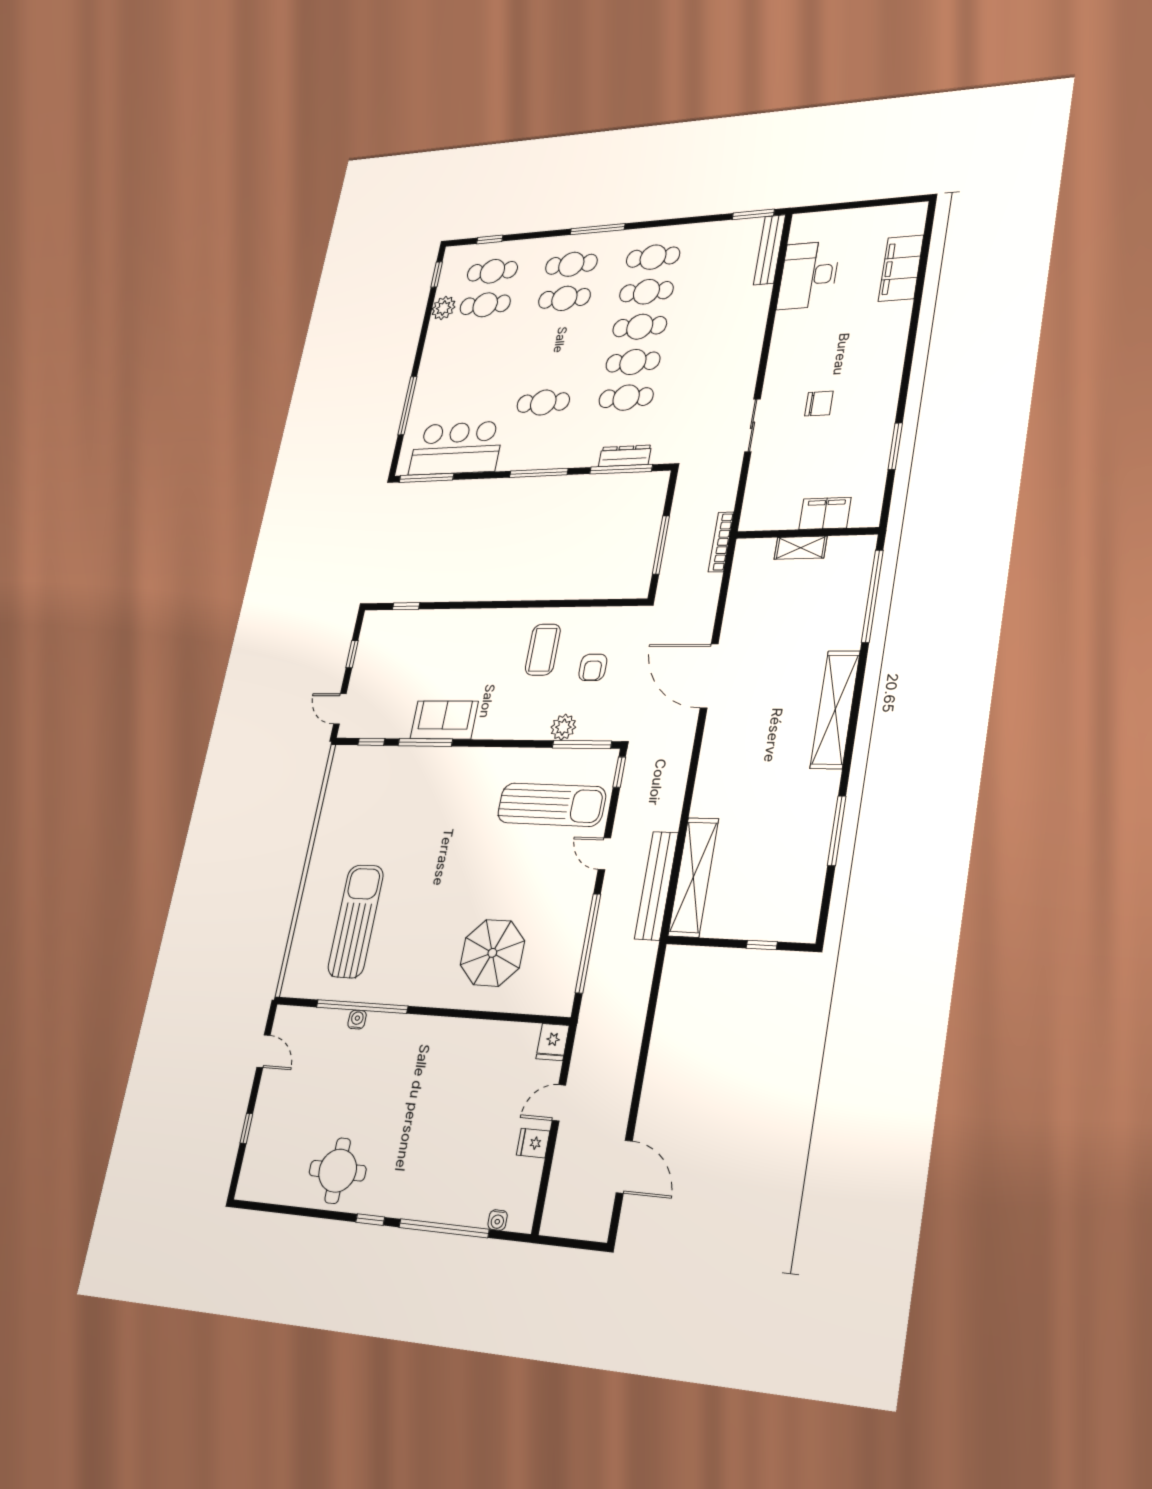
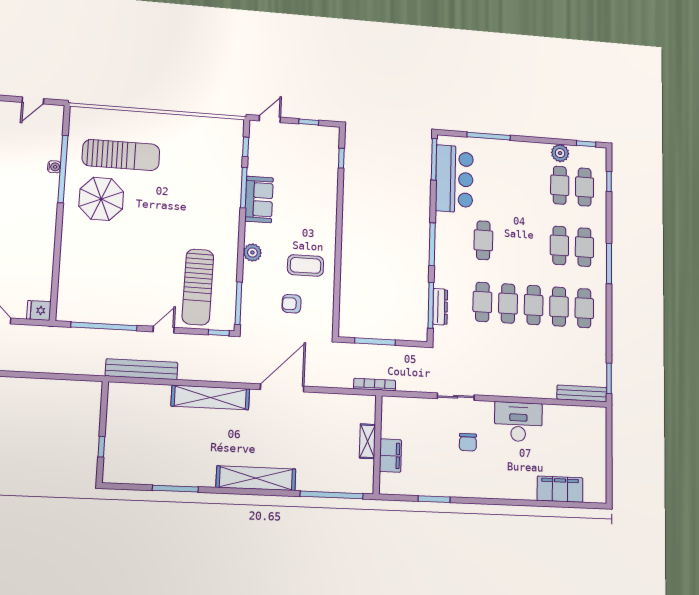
desk: (809, 275) -> (518, 422), moved
plant: (563, 727) -> (252, 252), moved
shelving: (693, 877) -> (210, 397), moved
parasol: (492, 953) -> (101, 199), moved

